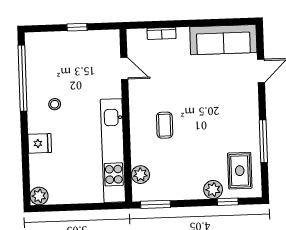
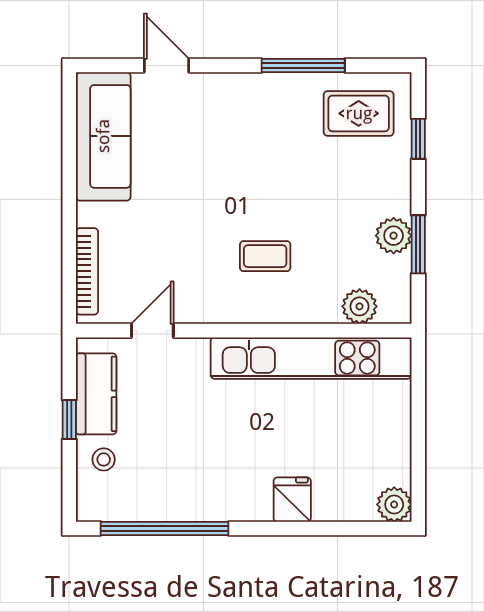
bookcase: (162, 33) -> (87, 271), width x1.56
kitchen counter: (91, 41) -> (96, 394), added
stool: (55, 104) -> (104, 459), moved
plant: (213, 190) -> (394, 236), moved
window: (156, 204) -> (418, 244), moved

